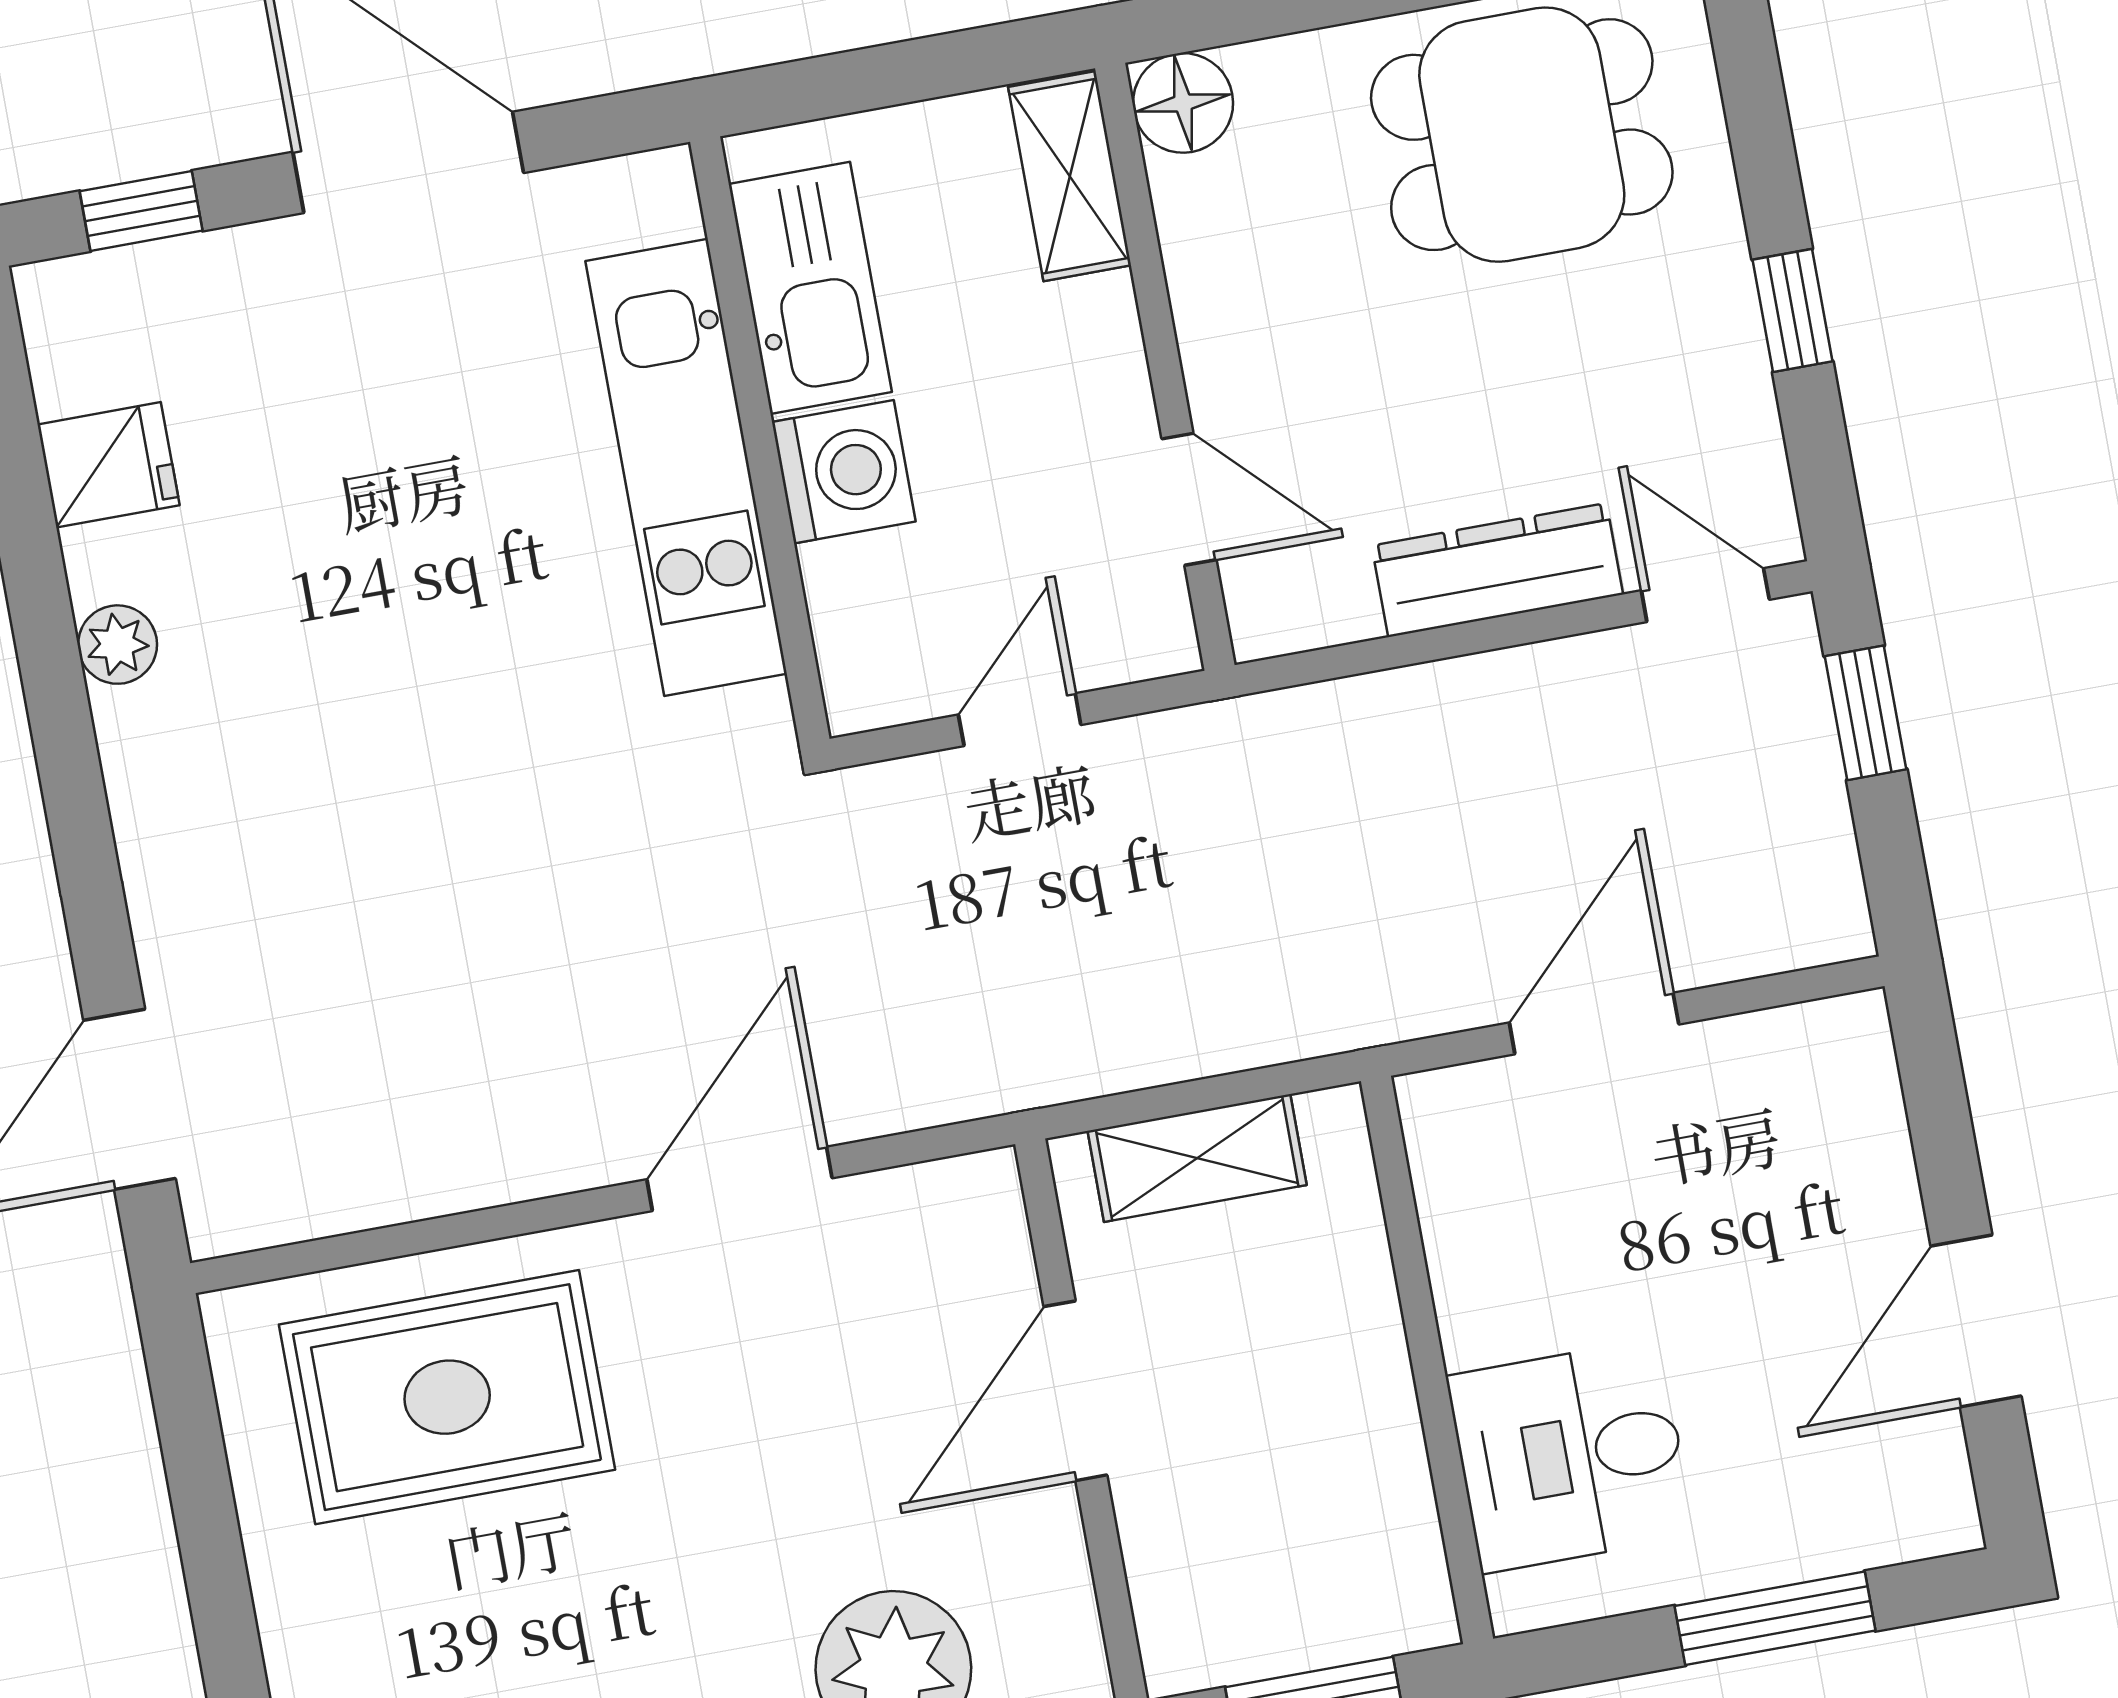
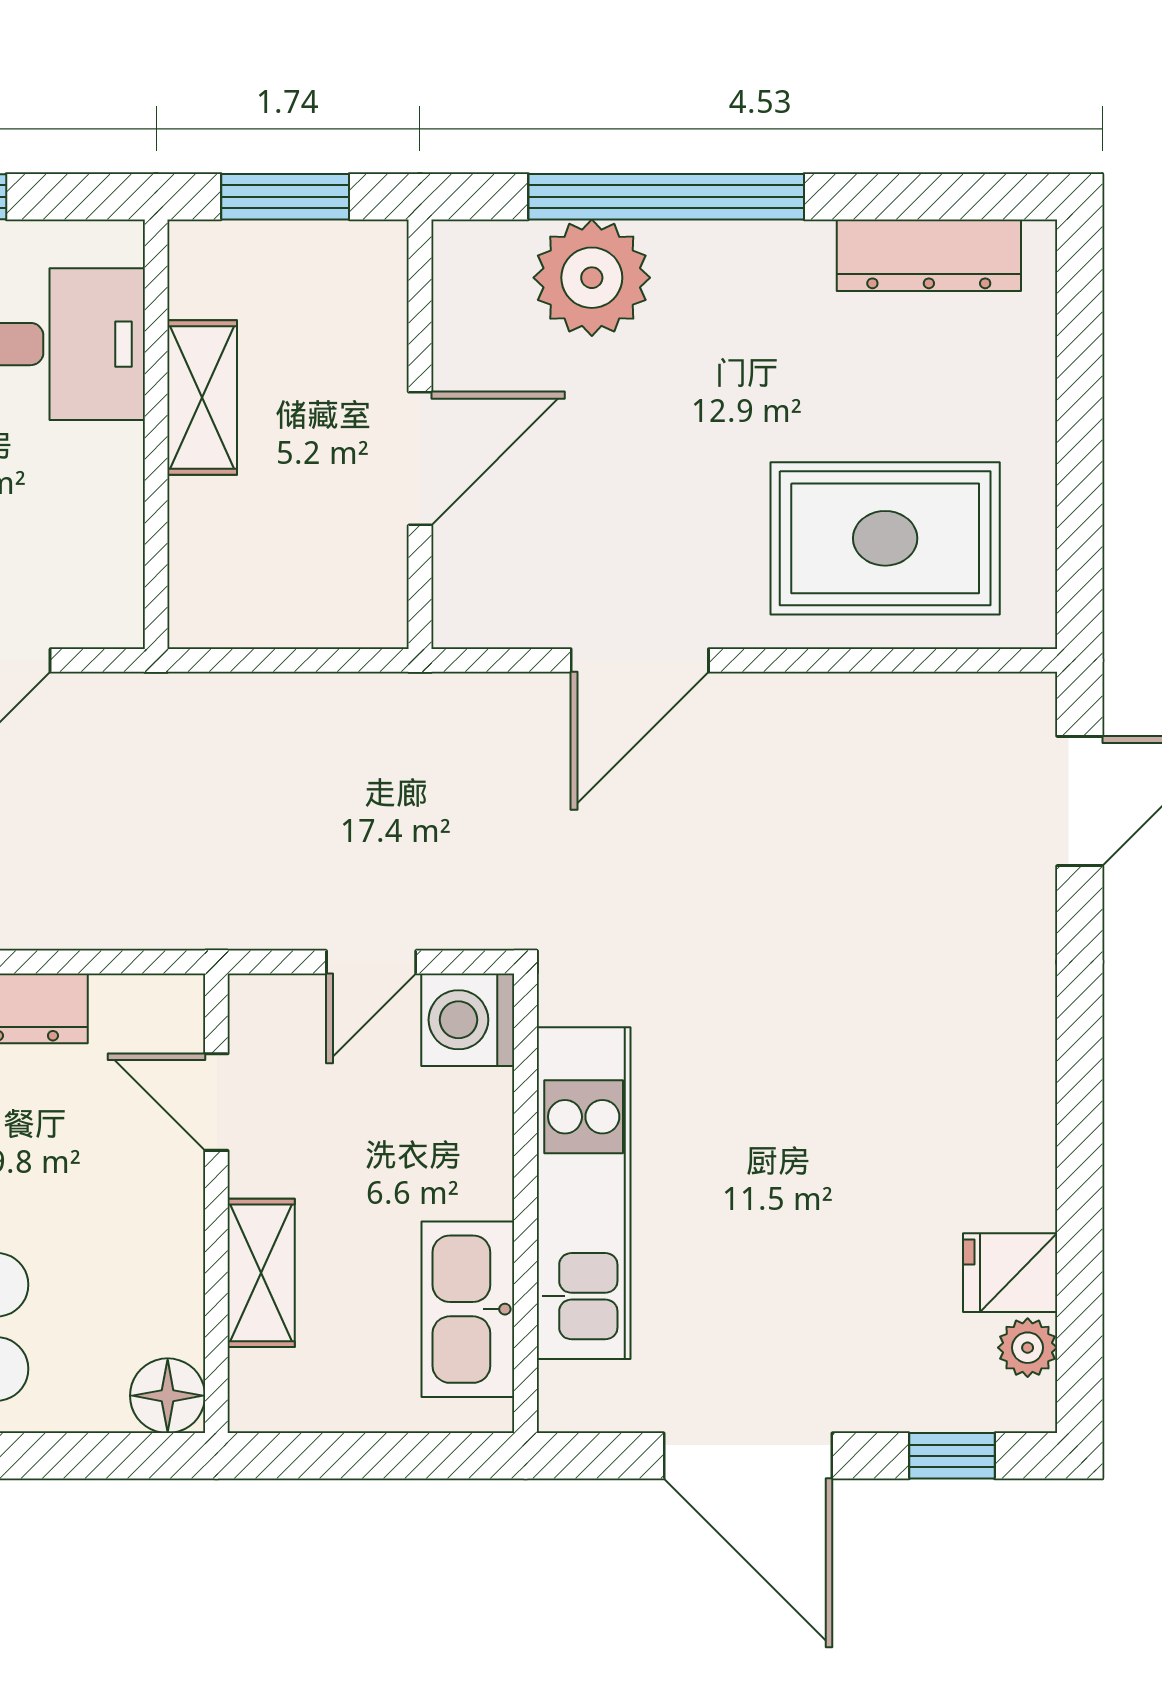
shelving: (1070, 176) -> (261, 1273), moved
washing machine: (844, 472) -> (468, 1020), moved
plant: (118, 645) -> (1028, 1348), moved
shelving: (1197, 1158) -> (202, 398), moved, turned 90

